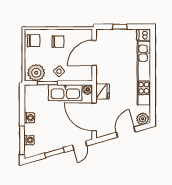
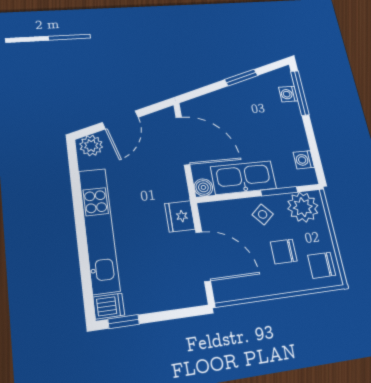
window: (120, 27) -> (124, 322), moved
chair: (58, 42) -> (284, 251), moved
door: (94, 53) -> (203, 256), hinge flipped
fridge: (103, 91) -> (180, 216), moved
washing machine: (29, 118) -> (304, 160), moved
door: (80, 145) -> (200, 92), removed

